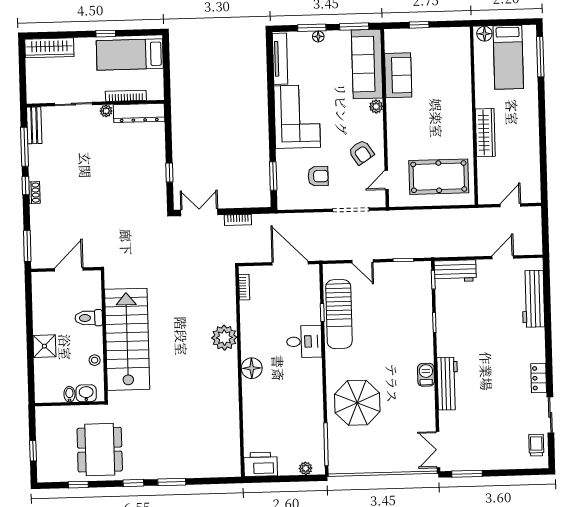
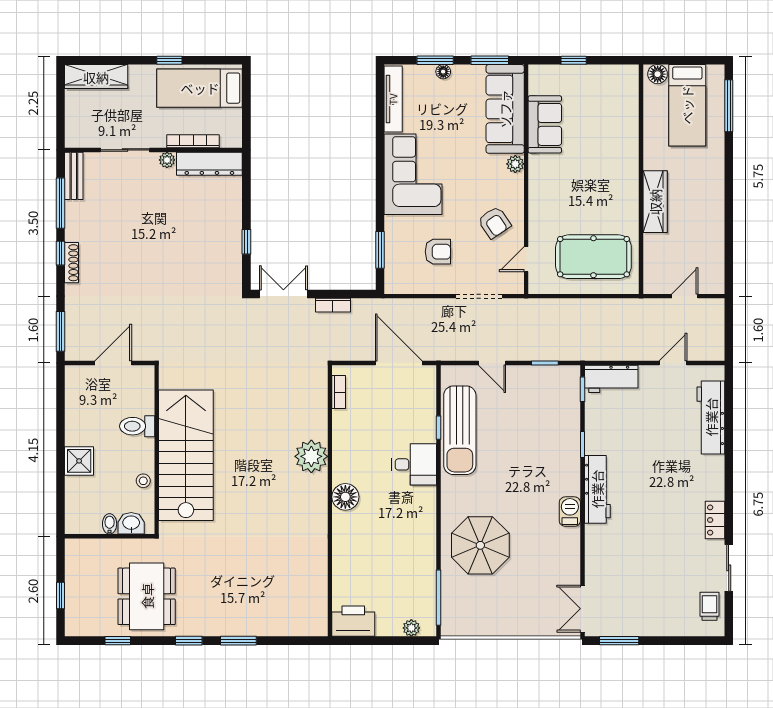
shoe rack: (34, 193) -> (72, 263), width x1.43
workbench: (448, 384) -> (597, 489), moved

